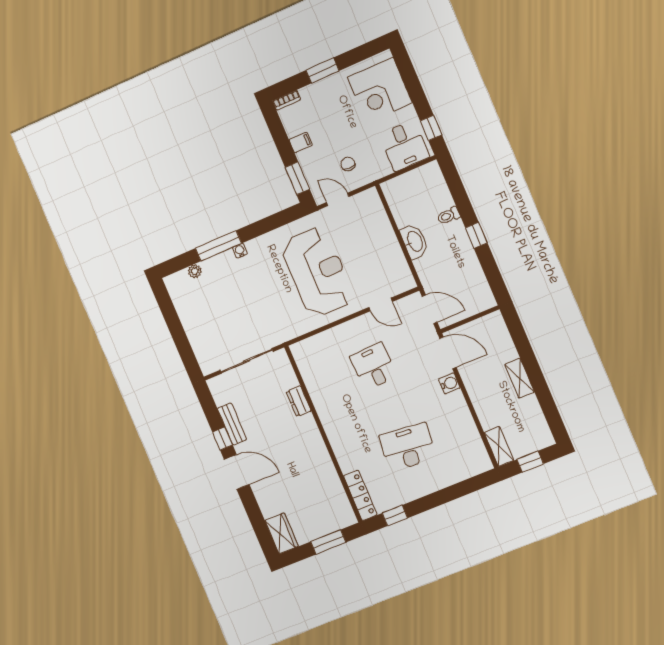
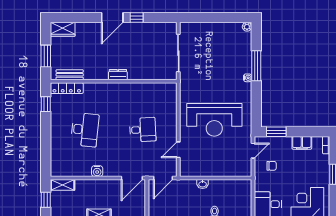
filing cabinet: (301, 142) -> (302, 143), width x2.00
washbasin: (414, 242) -> (203, 184), width x0.52, depth x0.69
plant: (195, 271) -> (247, 27), moved
water cooler: (449, 383) -> (97, 171), moved
dresser: (299, 401) -> (118, 75), moved
bench: (232, 424) -> (70, 75), moved

